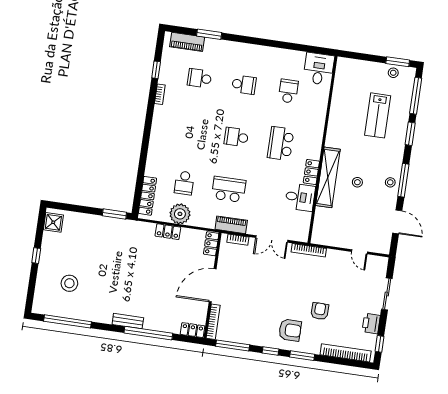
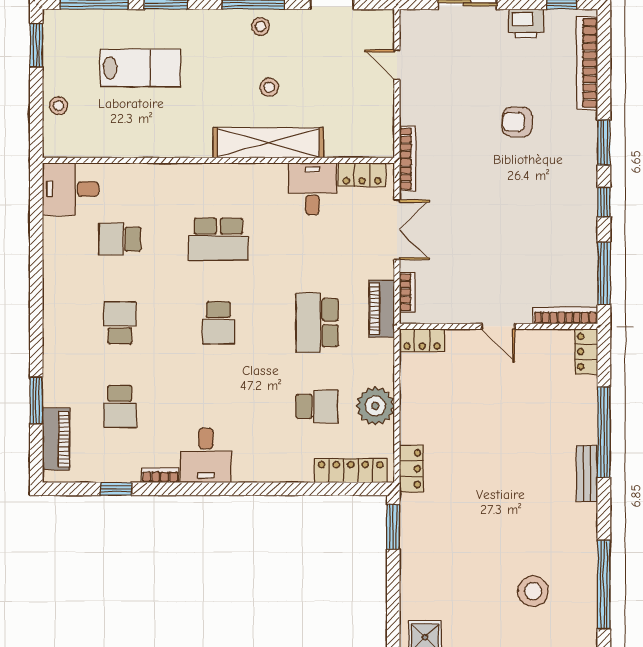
stool: (393, 73) -> (59, 106), moved
desk: (167, 120) -> (206, 455), added
locker: (311, 172) -> (362, 175), moved
locker: (168, 232) -> (411, 469), moved
door: (359, 252) -> (397, 65), swing flipped
door: (213, 285) -> (498, 326), width x0.53
armchair: (290, 330) -> (560, 172), removed

